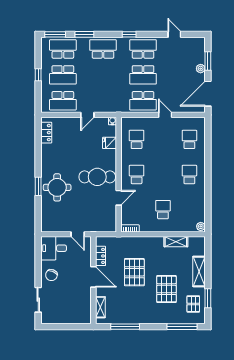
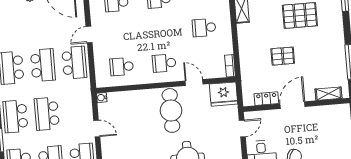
school desk: (103, 75) -> (47, 114), added
fridge: (110, 143) -> (224, 94), moved, width x1.88, depth x1.34
pallet: (134, 272) -> (283, 56), width x0.67, depth x0.71

